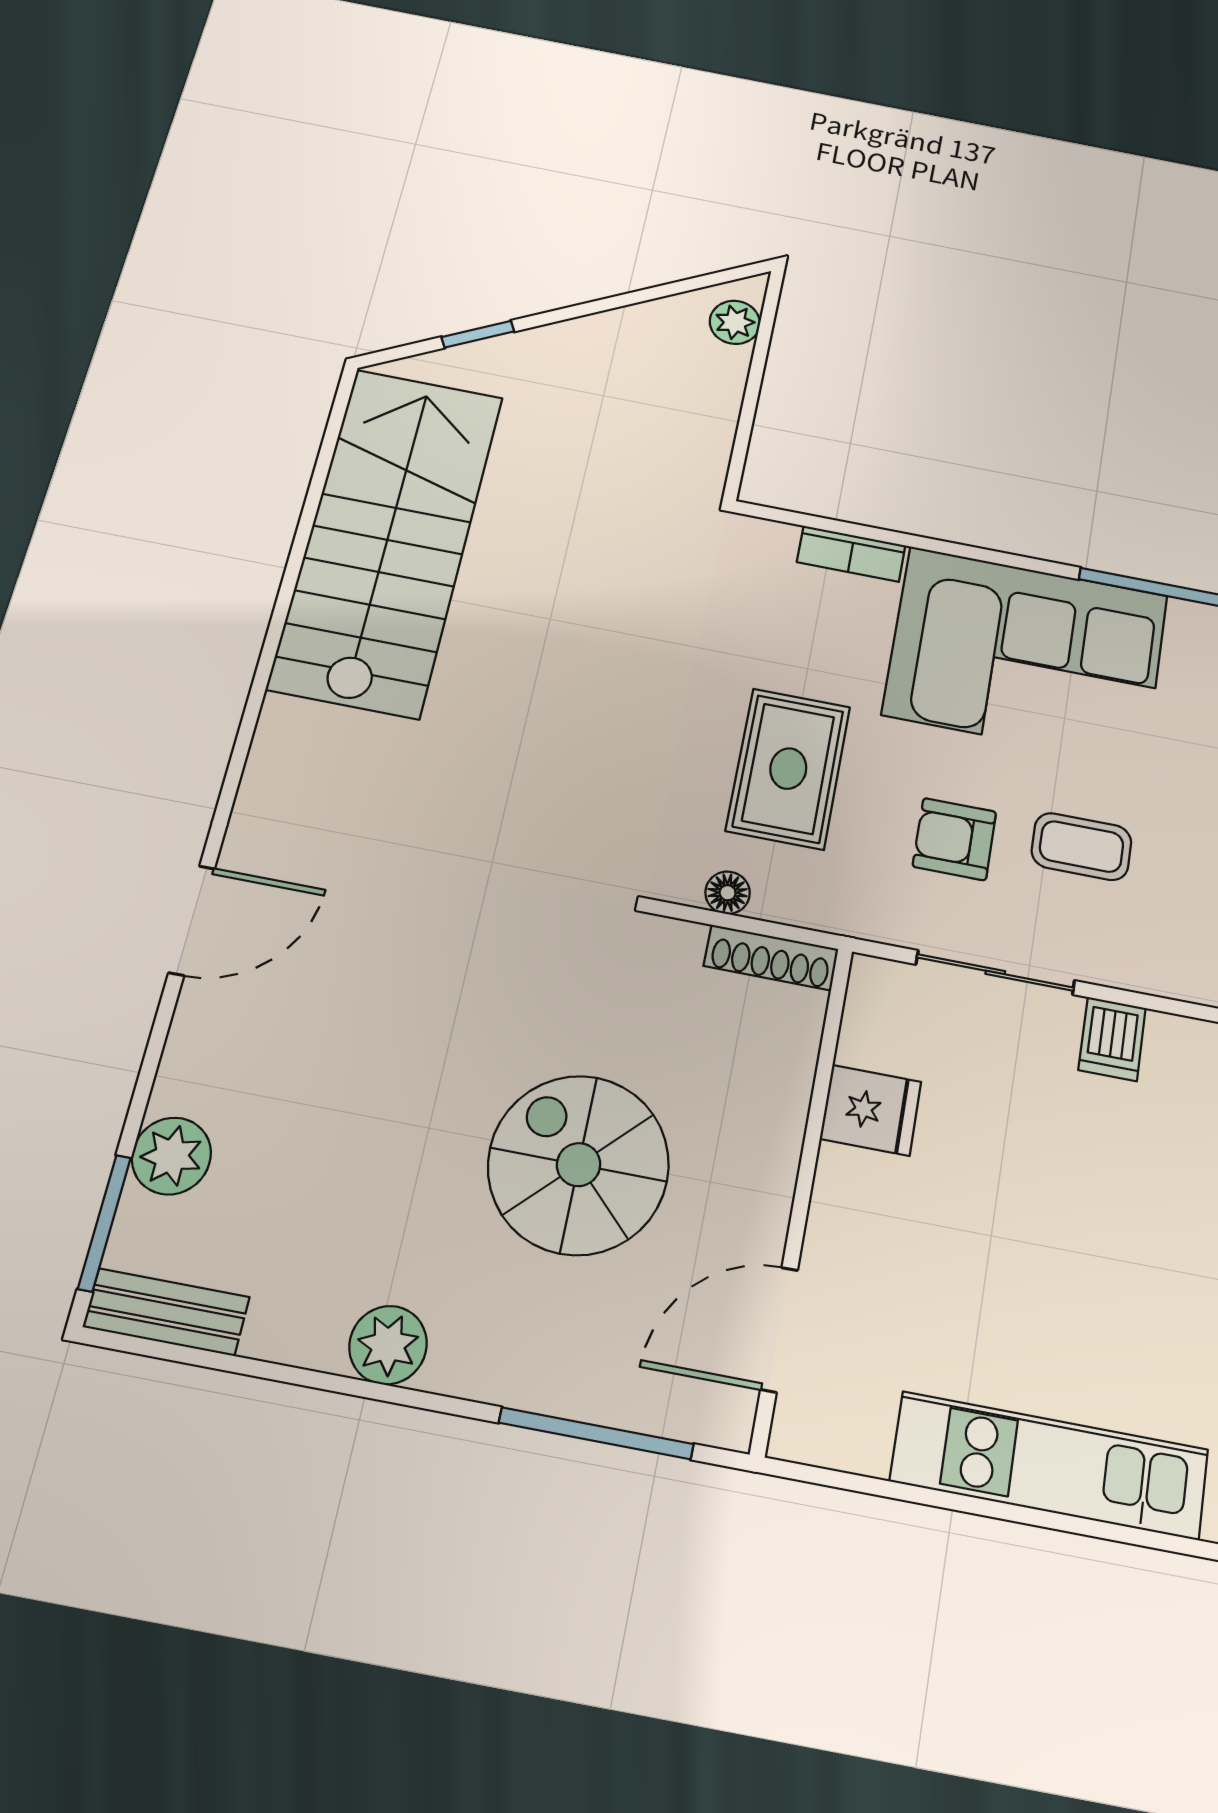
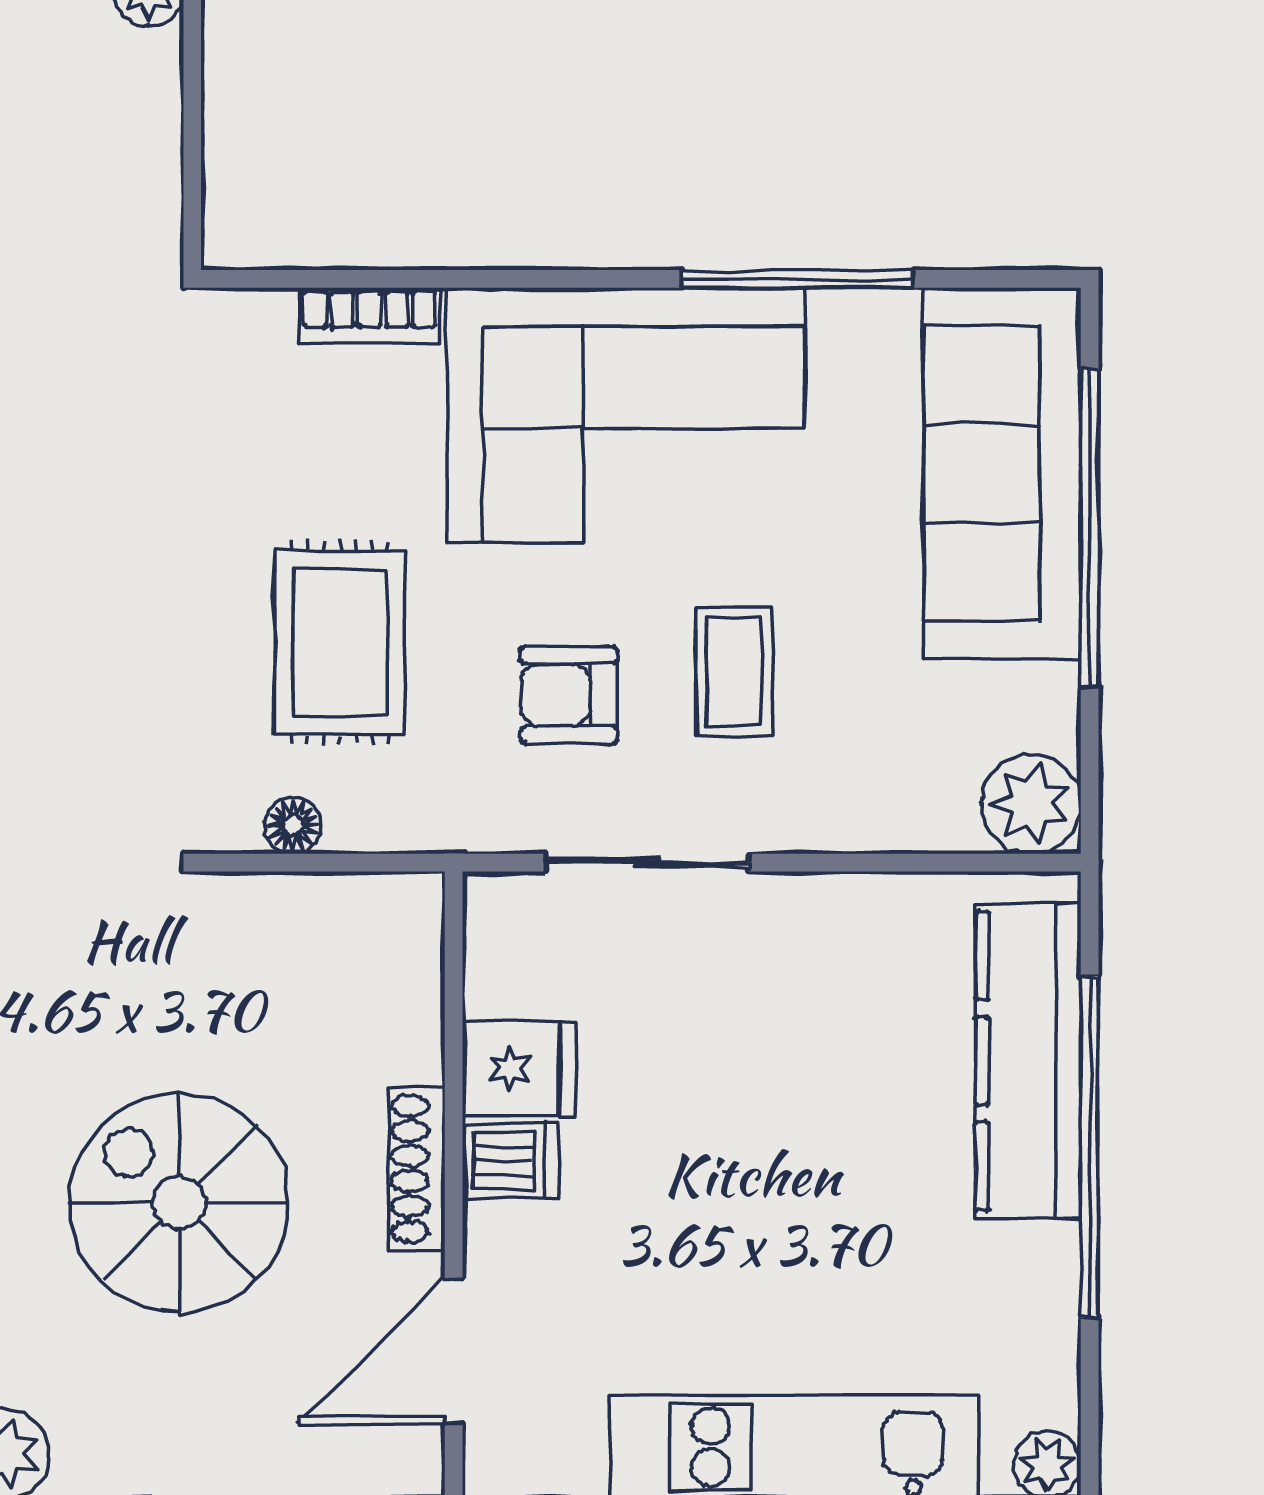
coffee table: (1081, 847) -> (734, 672), turned 90
shoe rack: (771, 957) -> (417, 1169), moved, turned 90
dishwasher: (1112, 1039) -> (511, 1160), moved, turned -90

